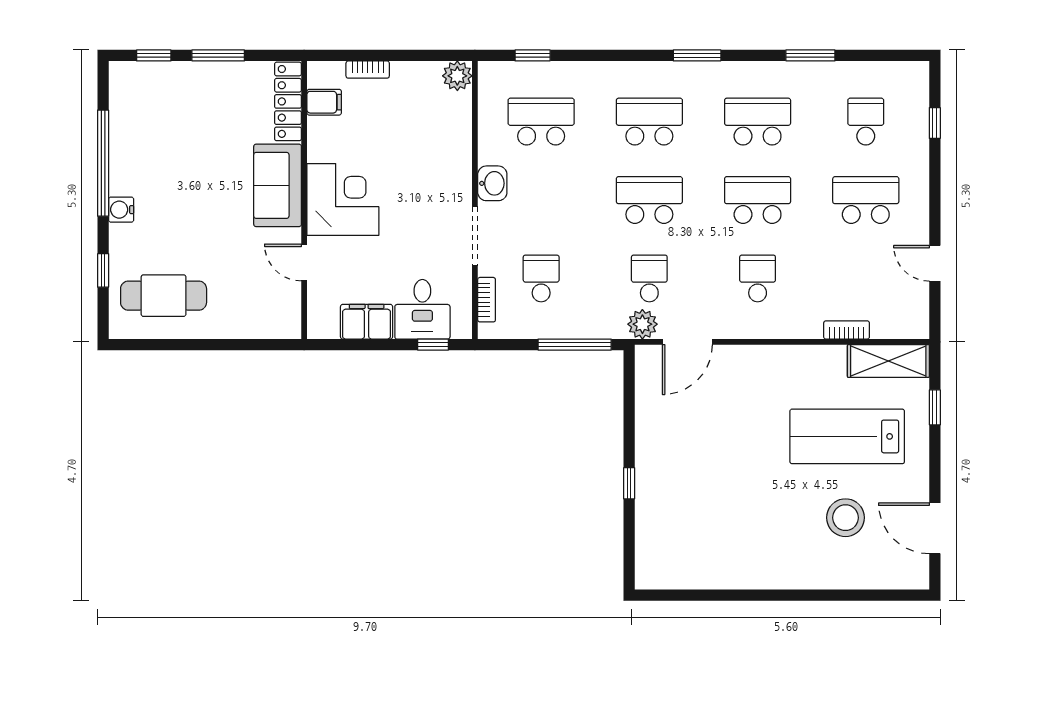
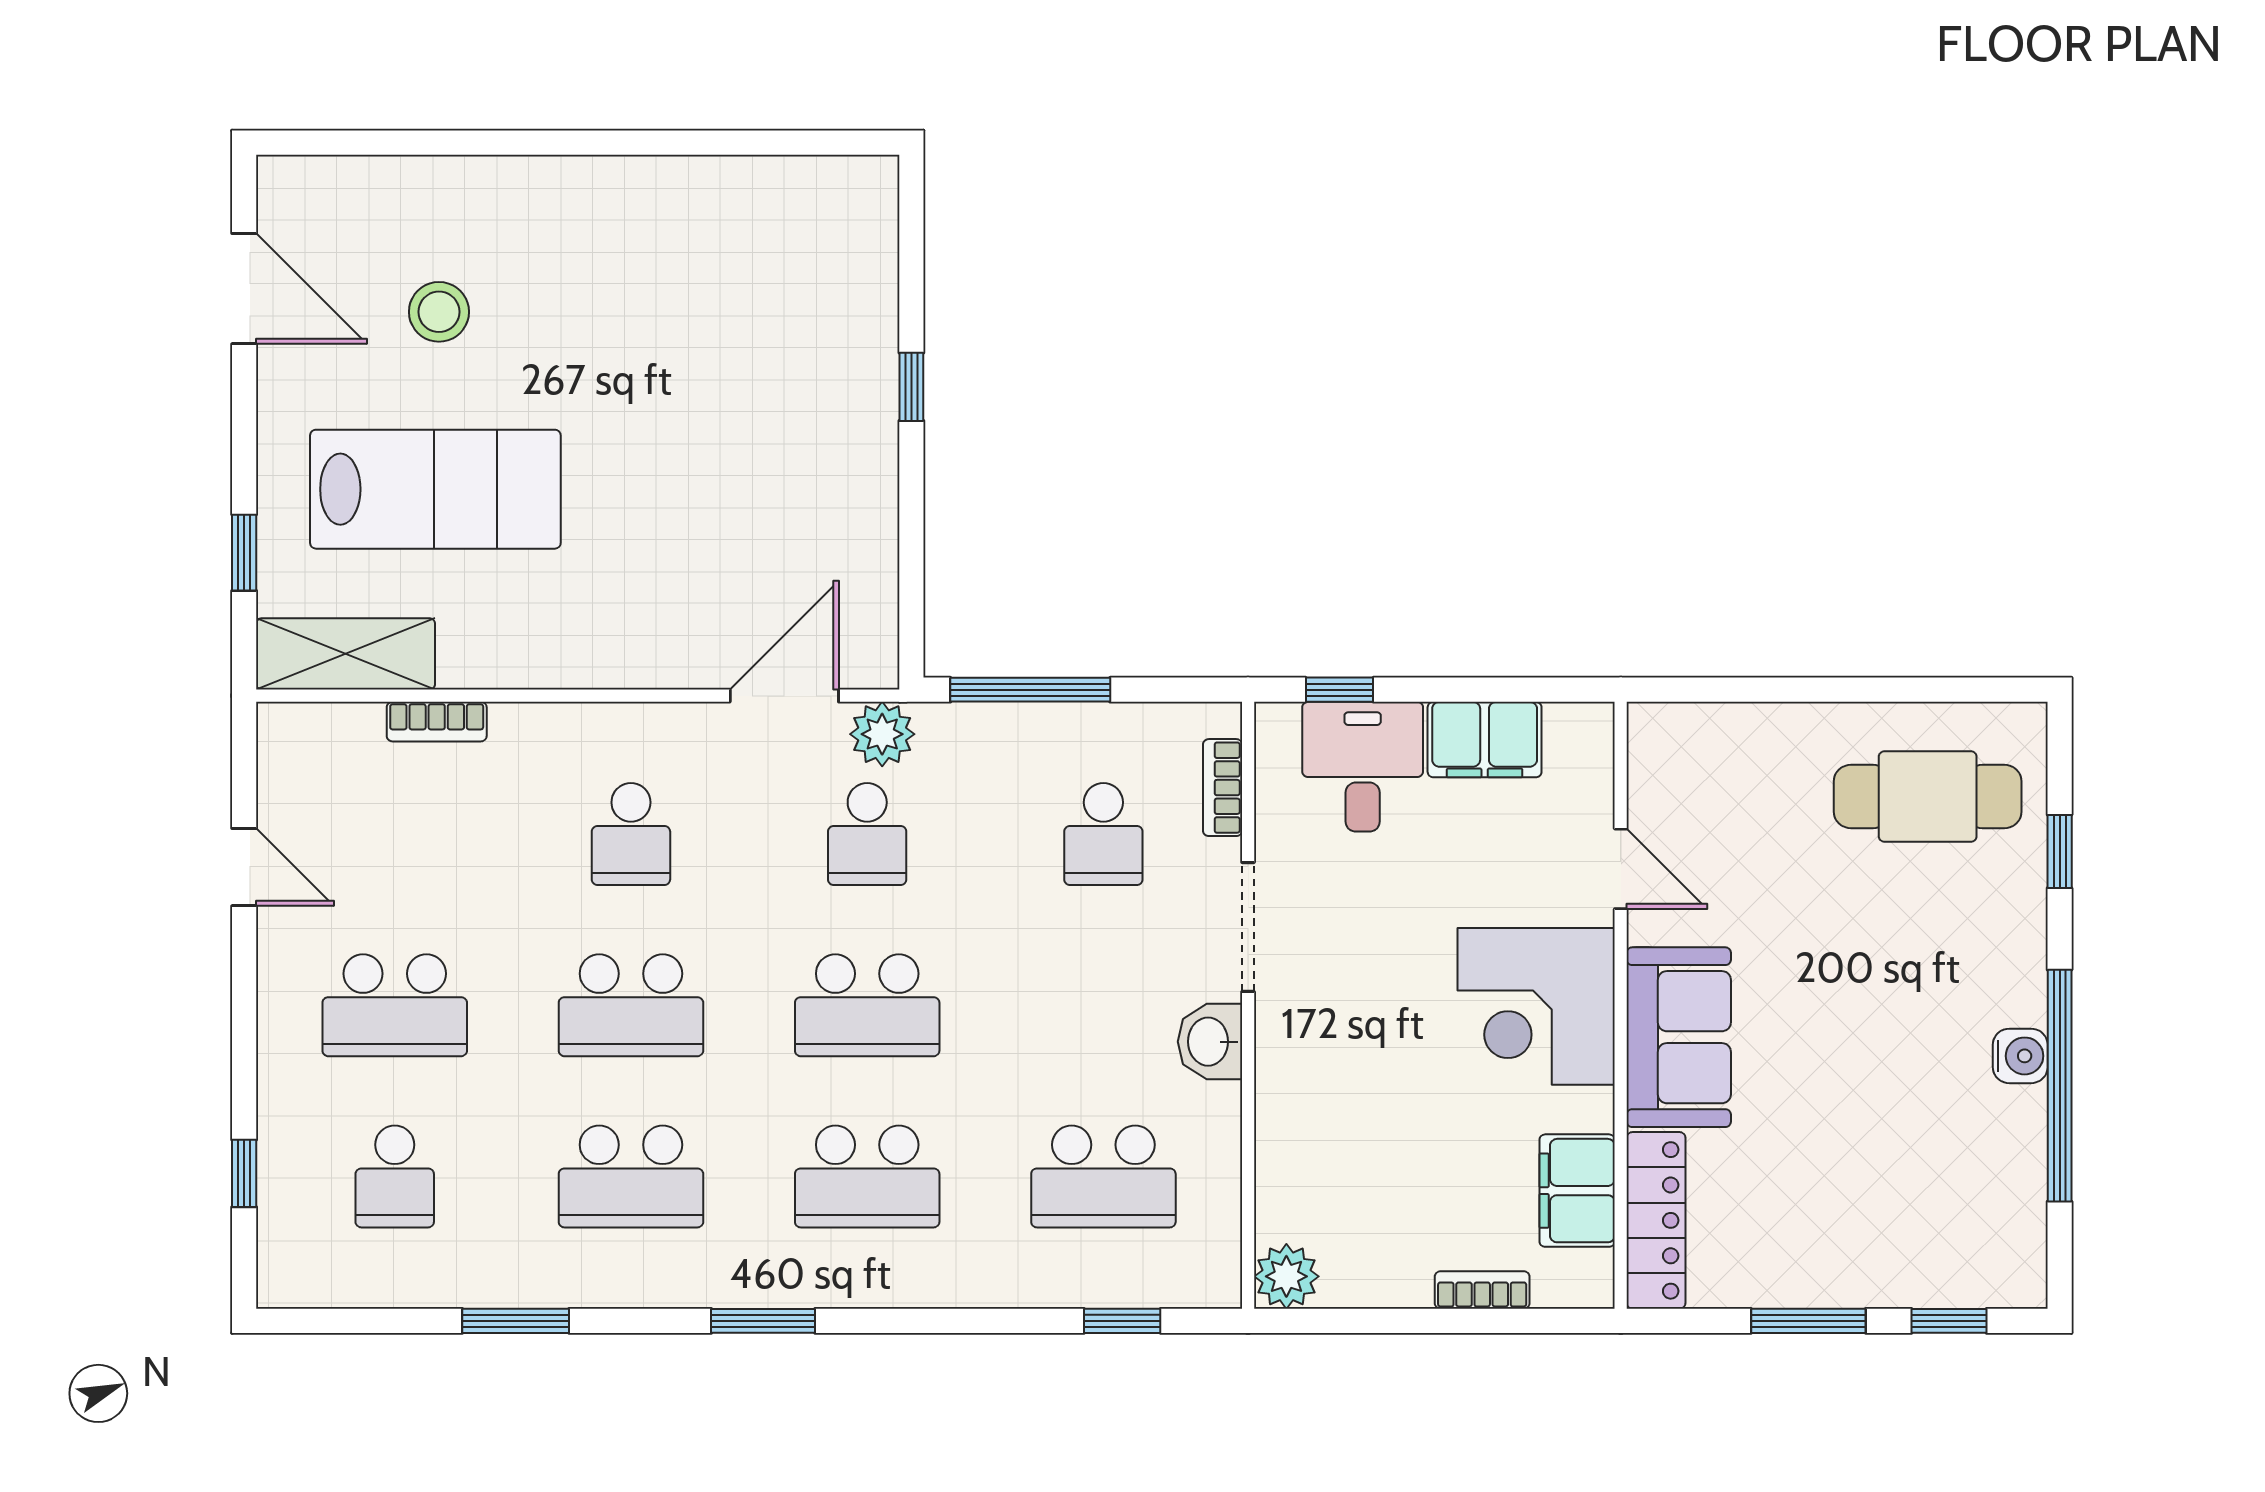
filing cabinet: (324, 102) -> (1577, 1191), width x2.00
water cooler: (121, 210) -> (2020, 1056), moved
stool: (846, 518) -> (439, 312), width x0.73, depth x0.73

